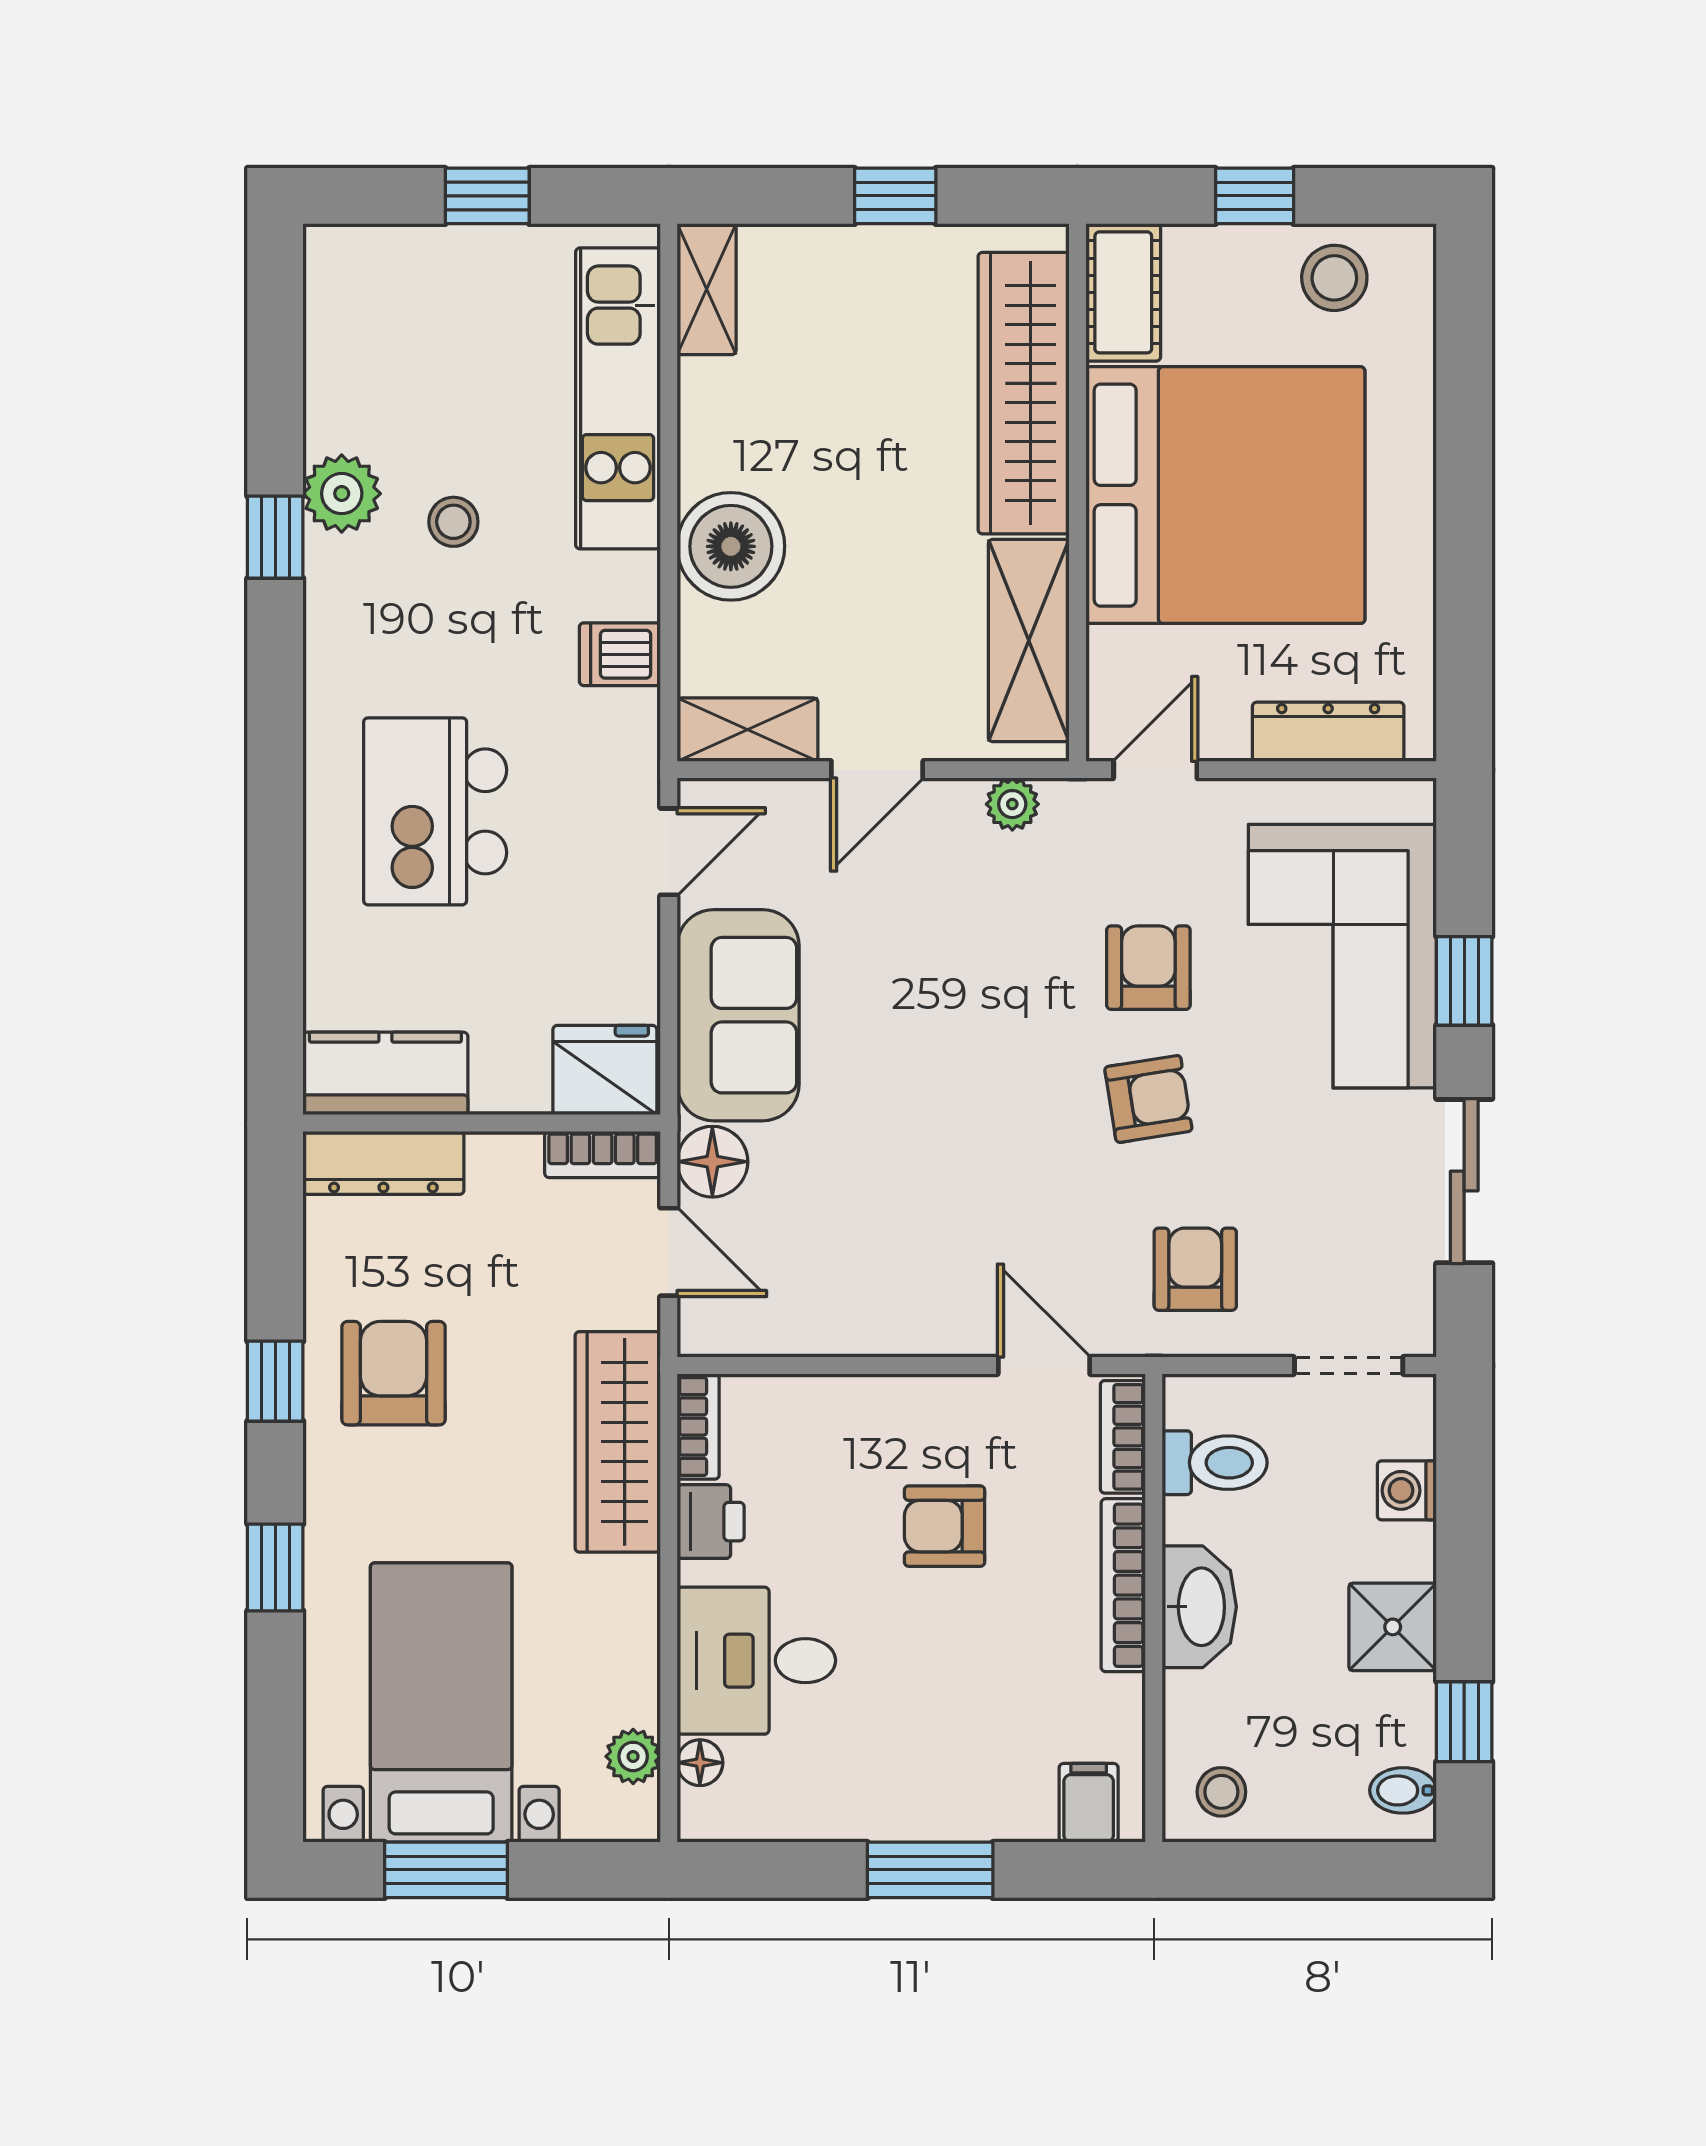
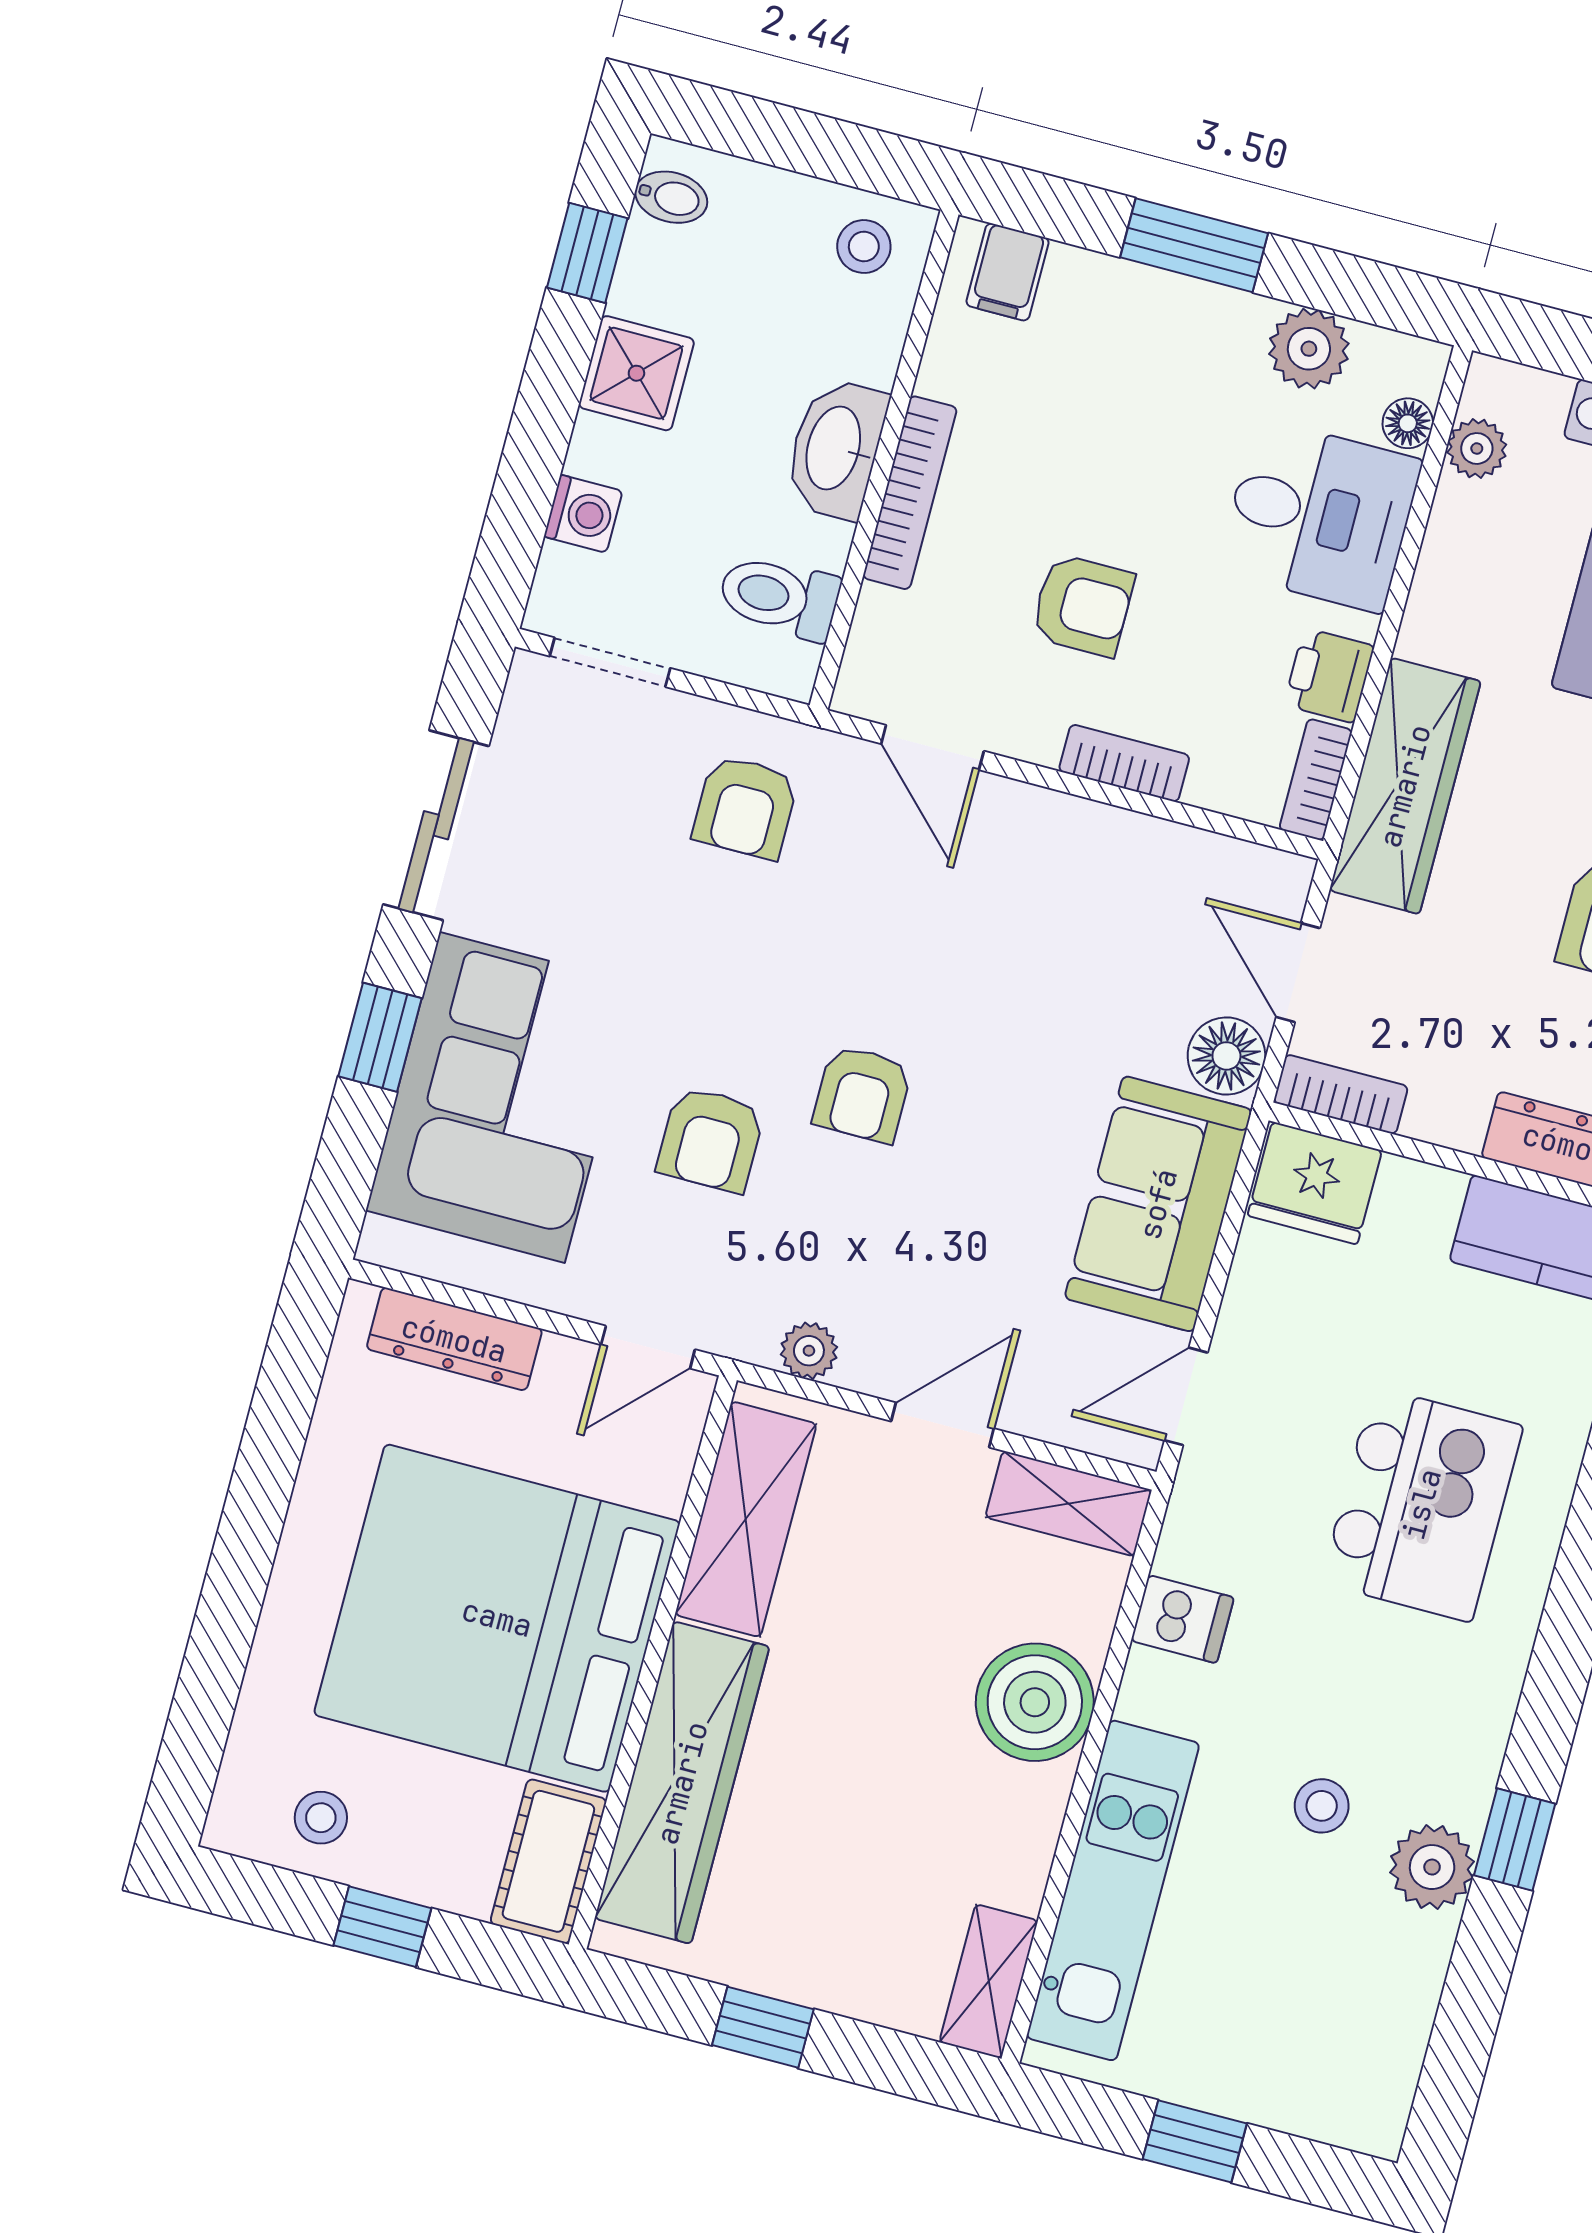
stool: (1334, 278) -> (321, 1818), width x0.73, depth x0.73
armchair: (1148, 1099) -> (862, 1094), moved, turned -81
bookcase: (1123, 1437) -> (1124, 763), moved, turned -90
plant: (805, 1805) -> (1309, 349), added

